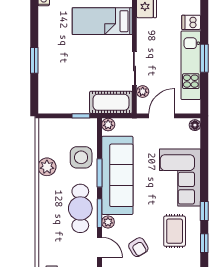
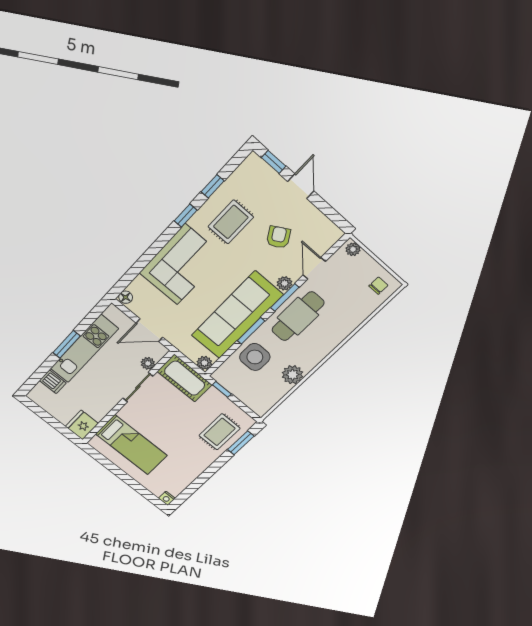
window: (34, 60) -> (241, 443), moved
rug: (55, 84) -> (220, 432), added

